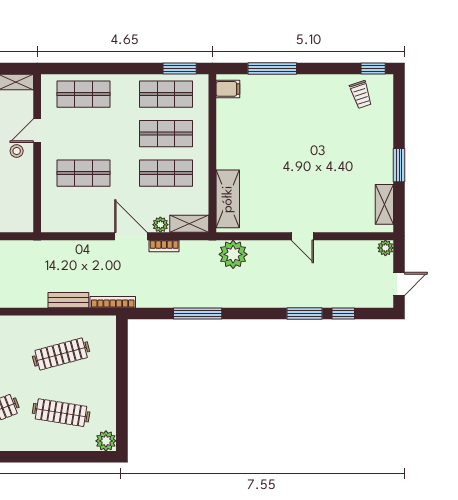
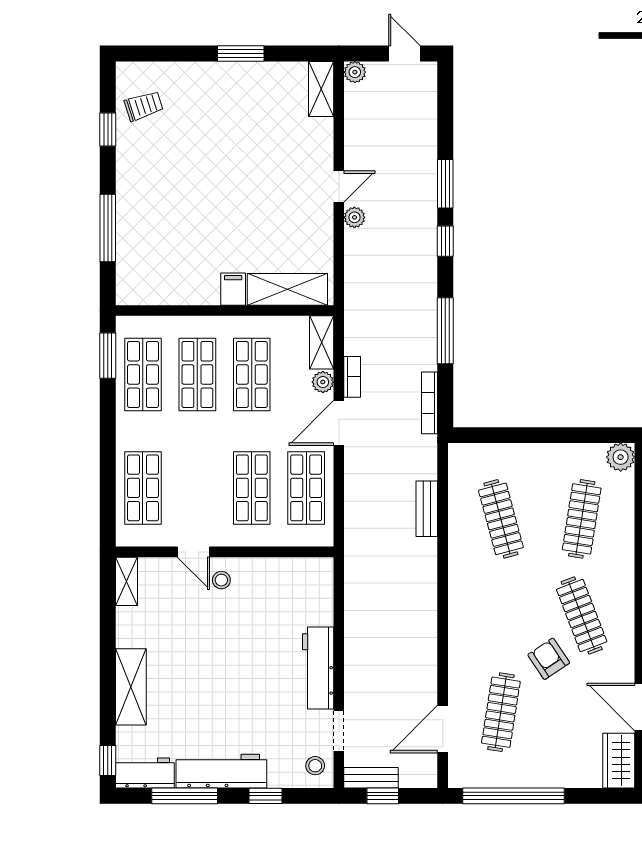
window: (373, 68) -> (108, 130), moved
filing cabinet: (228, 89) -> (233, 289), moved
shelving: (384, 204) -> (321, 89), moved, turned 90
shop shelf: (84, 213) -> (306, 488), added
plant: (233, 254) -> (354, 217), moved, width x0.53, depth x0.53
bookcase: (113, 302) -> (430, 403), moved
window: (343, 314) -> (445, 241), moved

